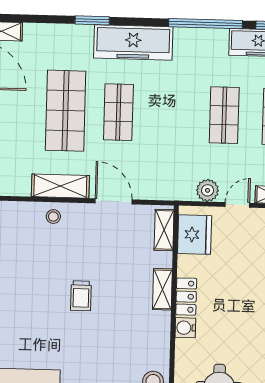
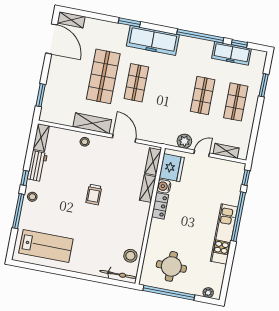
shelving: (162, 289) -> (148, 188), moved
water cooler: (185, 328) -> (164, 186), moved

